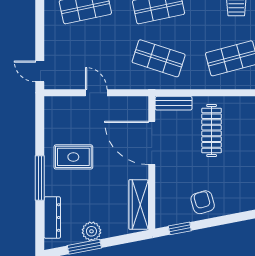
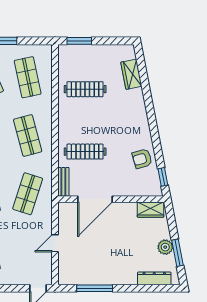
rug: (73, 157) -> (106, 262), removed
window: (40, 178) -> (95, 288), moved
wardrobe: (139, 205) -> (151, 210), width x0.67

